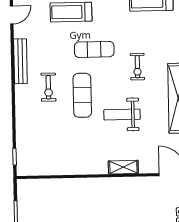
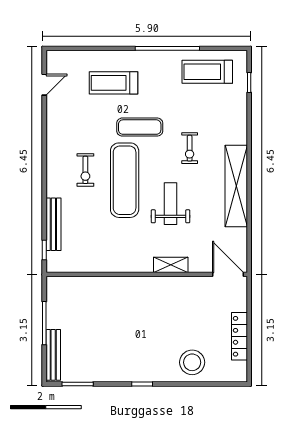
bench: (20, 61) -> (53, 224), moved
exercise mat: (82, 95) -> (125, 180), width x1.36, depth x1.45
weight bench: (122, 115) -> (171, 204), turned 90

